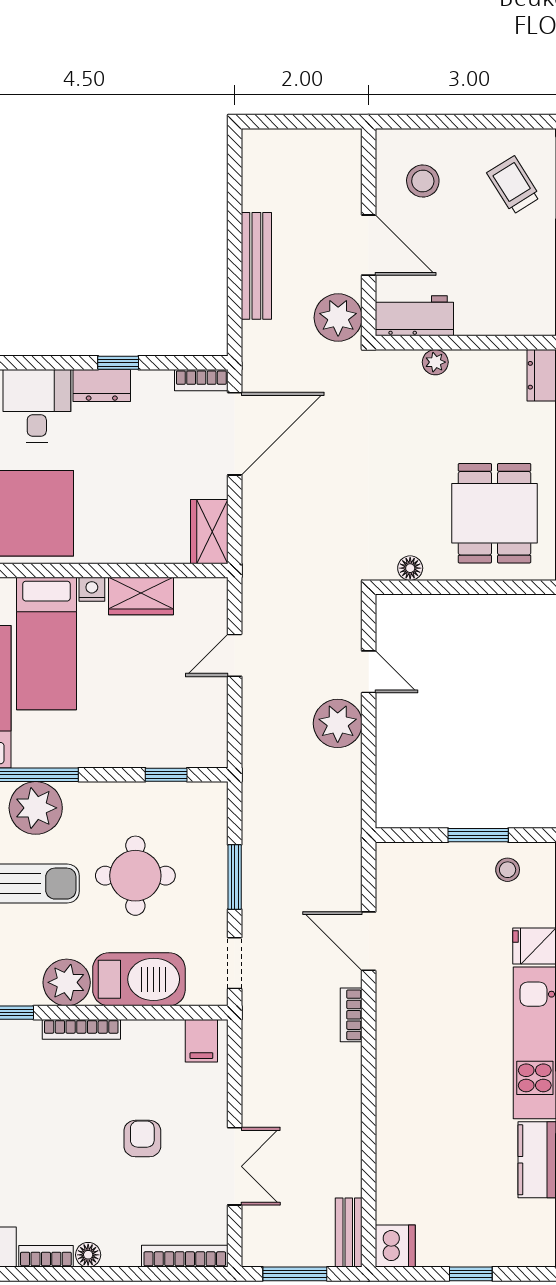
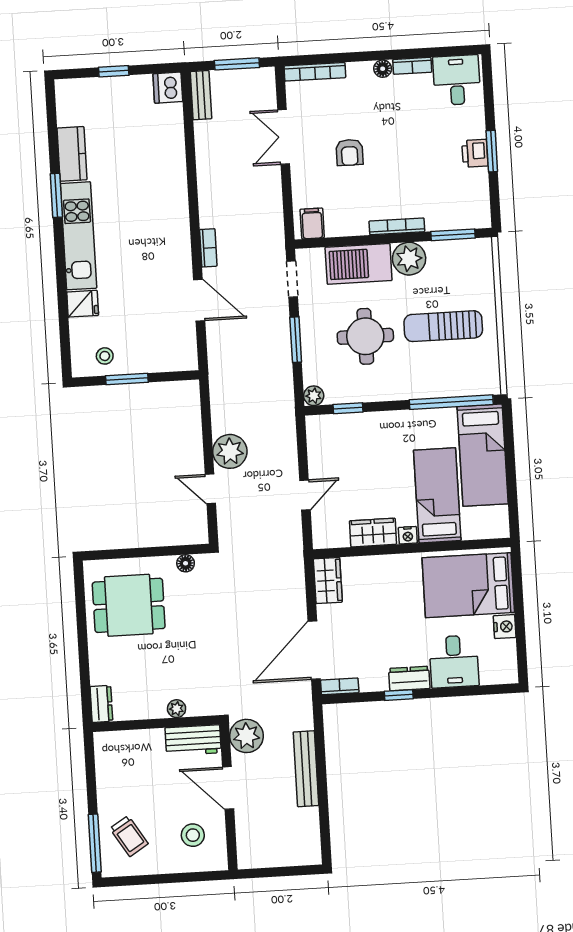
dining table: (495, 513) -> (129, 605), turned 90
plant: (36, 808) -> (314, 396), moved, width x0.53, depth x0.53

